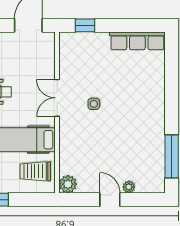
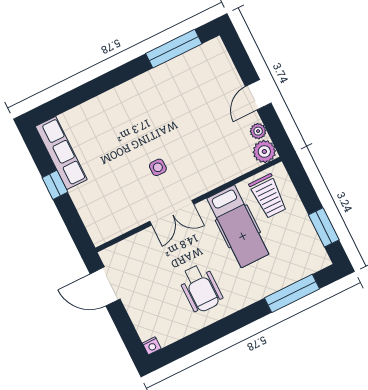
window: (85, 25) -> (55, 185), moved
plant: (129, 187) -> (258, 131), moved

